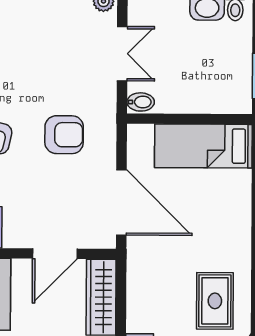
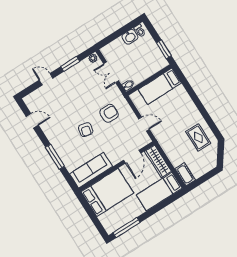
double door: (122, 54) -> (111, 72), swing flipped
door: (121, 202) -> (144, 124), width x0.53

